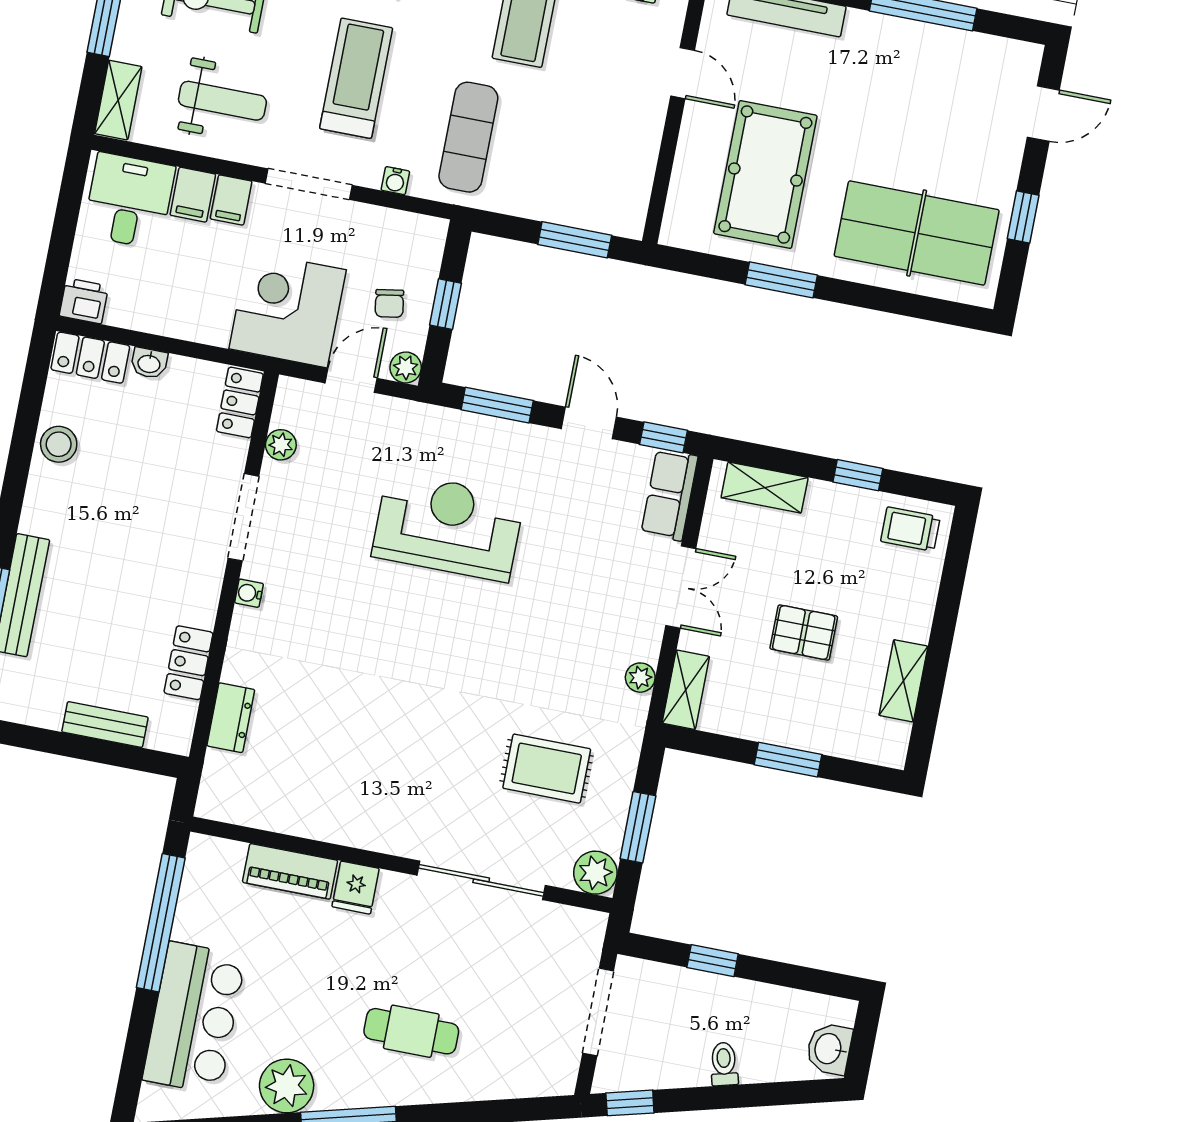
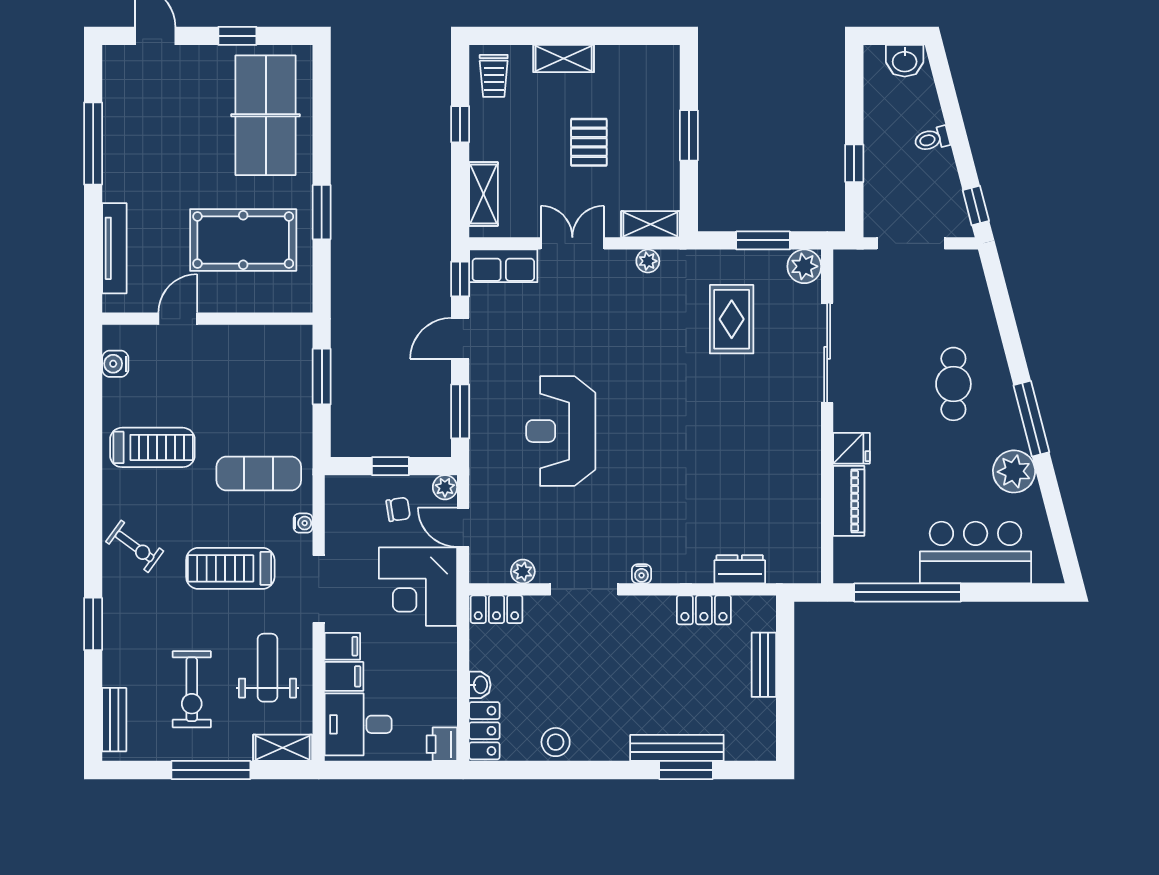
shelving: (903, 681) -> (564, 59), moved

